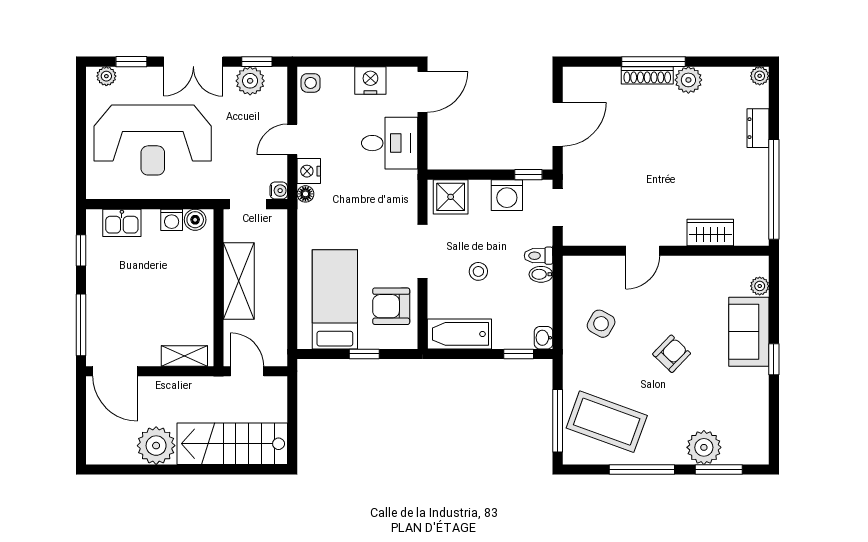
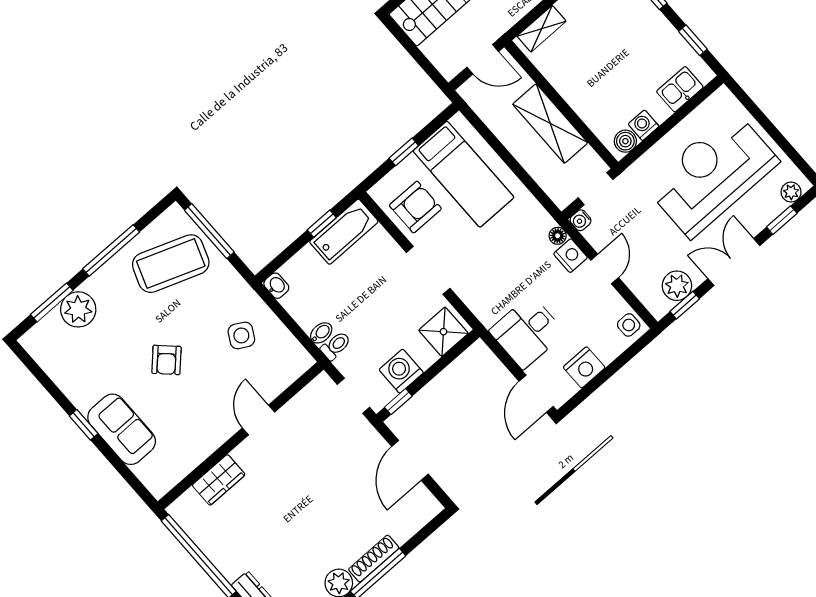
stool: (478, 271) -> (371, 293), removed
plant: (760, 286) -> (144, 472), removed
window: (519, 354) -> (322, 224), moved

